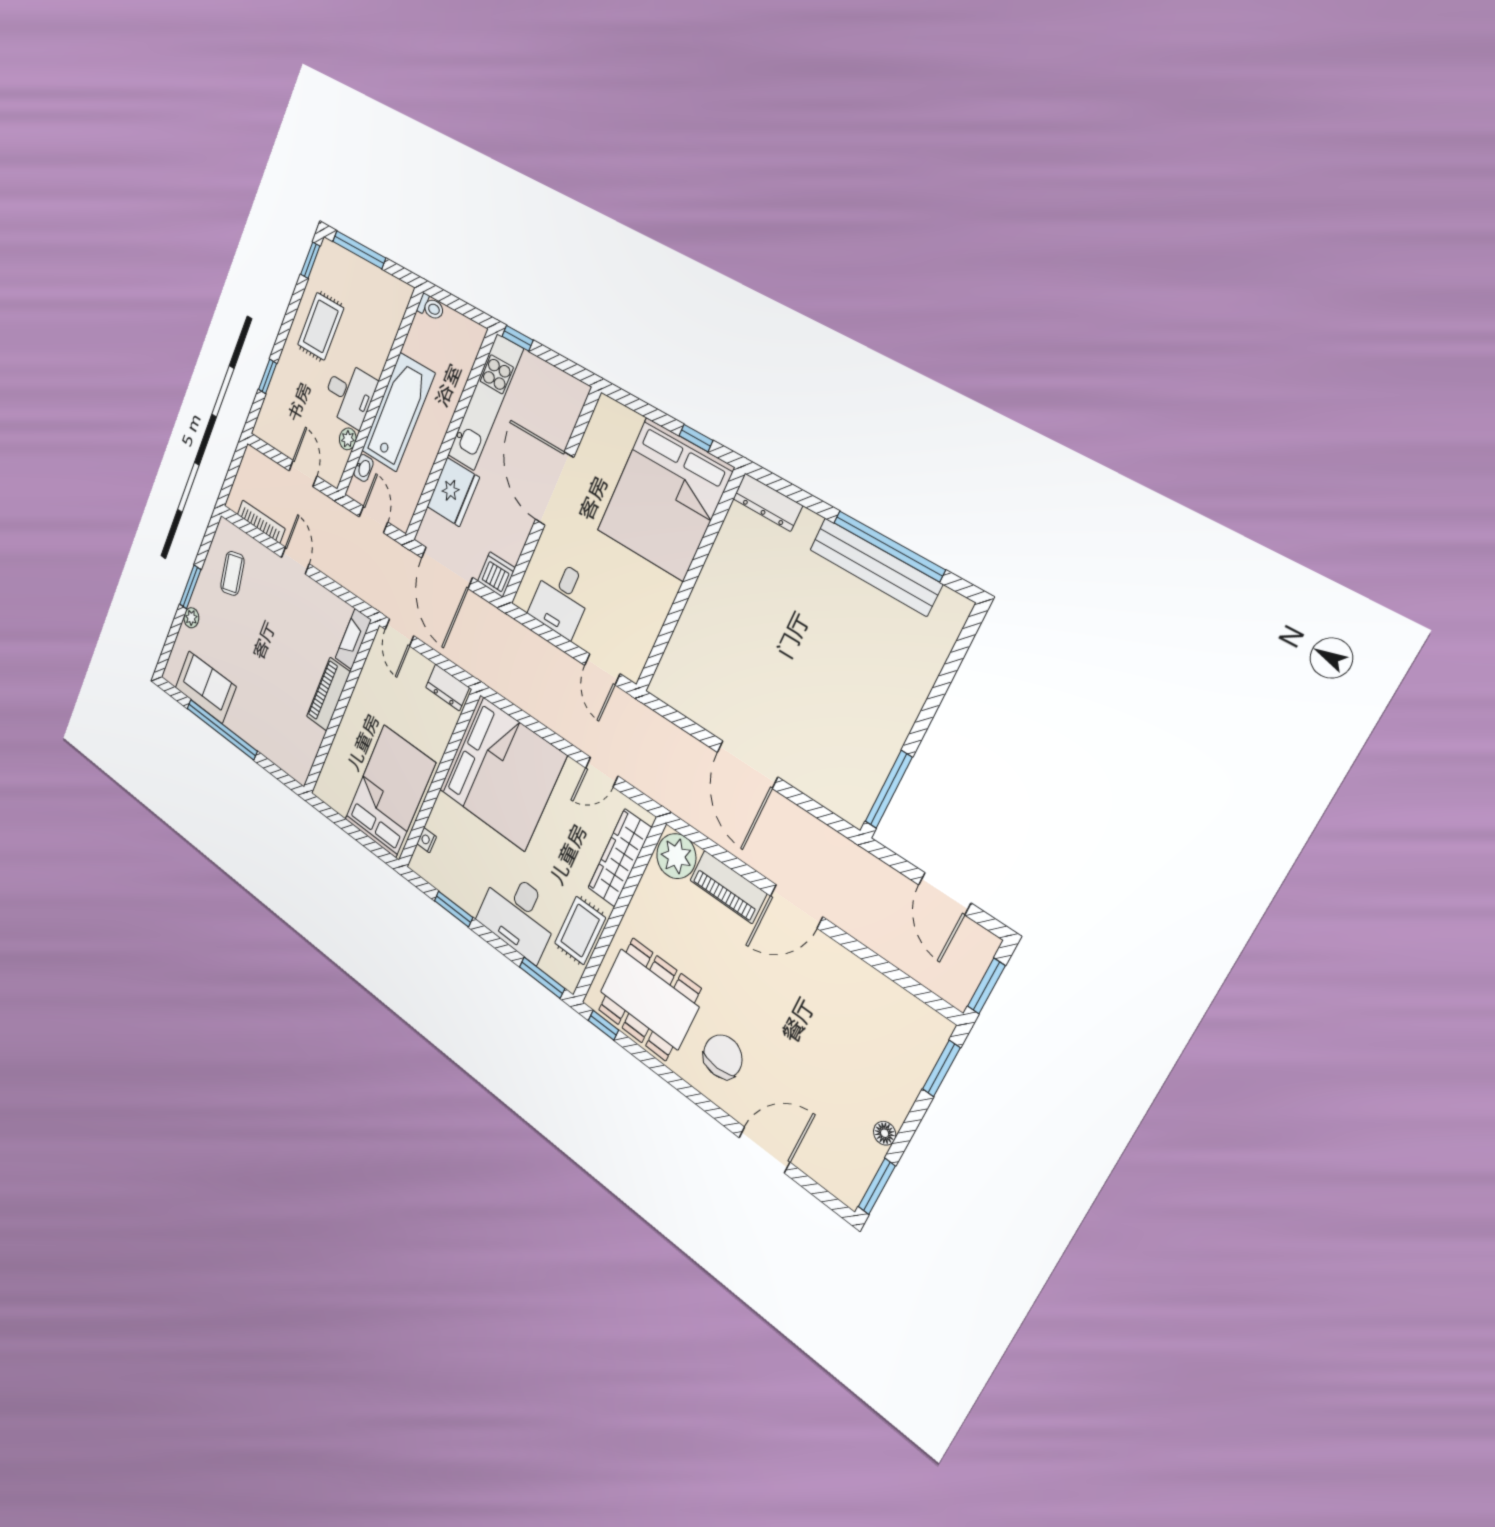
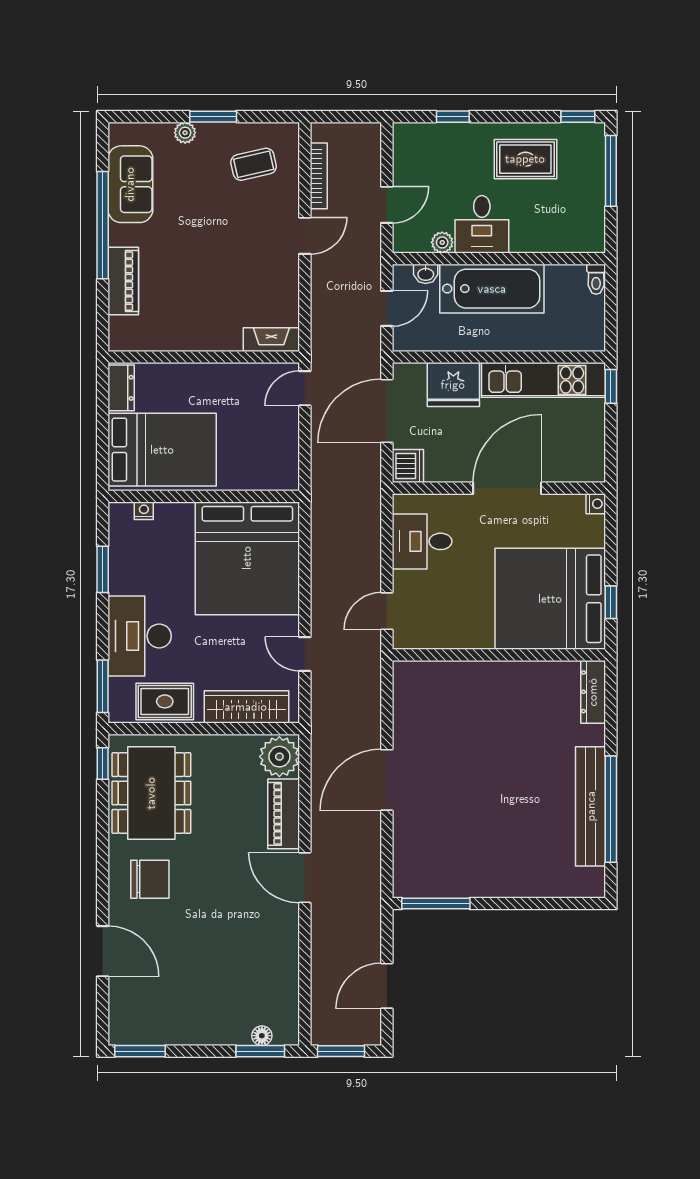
nightstand: (605, 406) -> (596, 504), added
dresser: (447, 687) -> (121, 388), moved, turned 180
piano: (328, 694) -> (123, 281), moved, turned 90
floor lamp: (885, 1133) -> (262, 1036), moved

